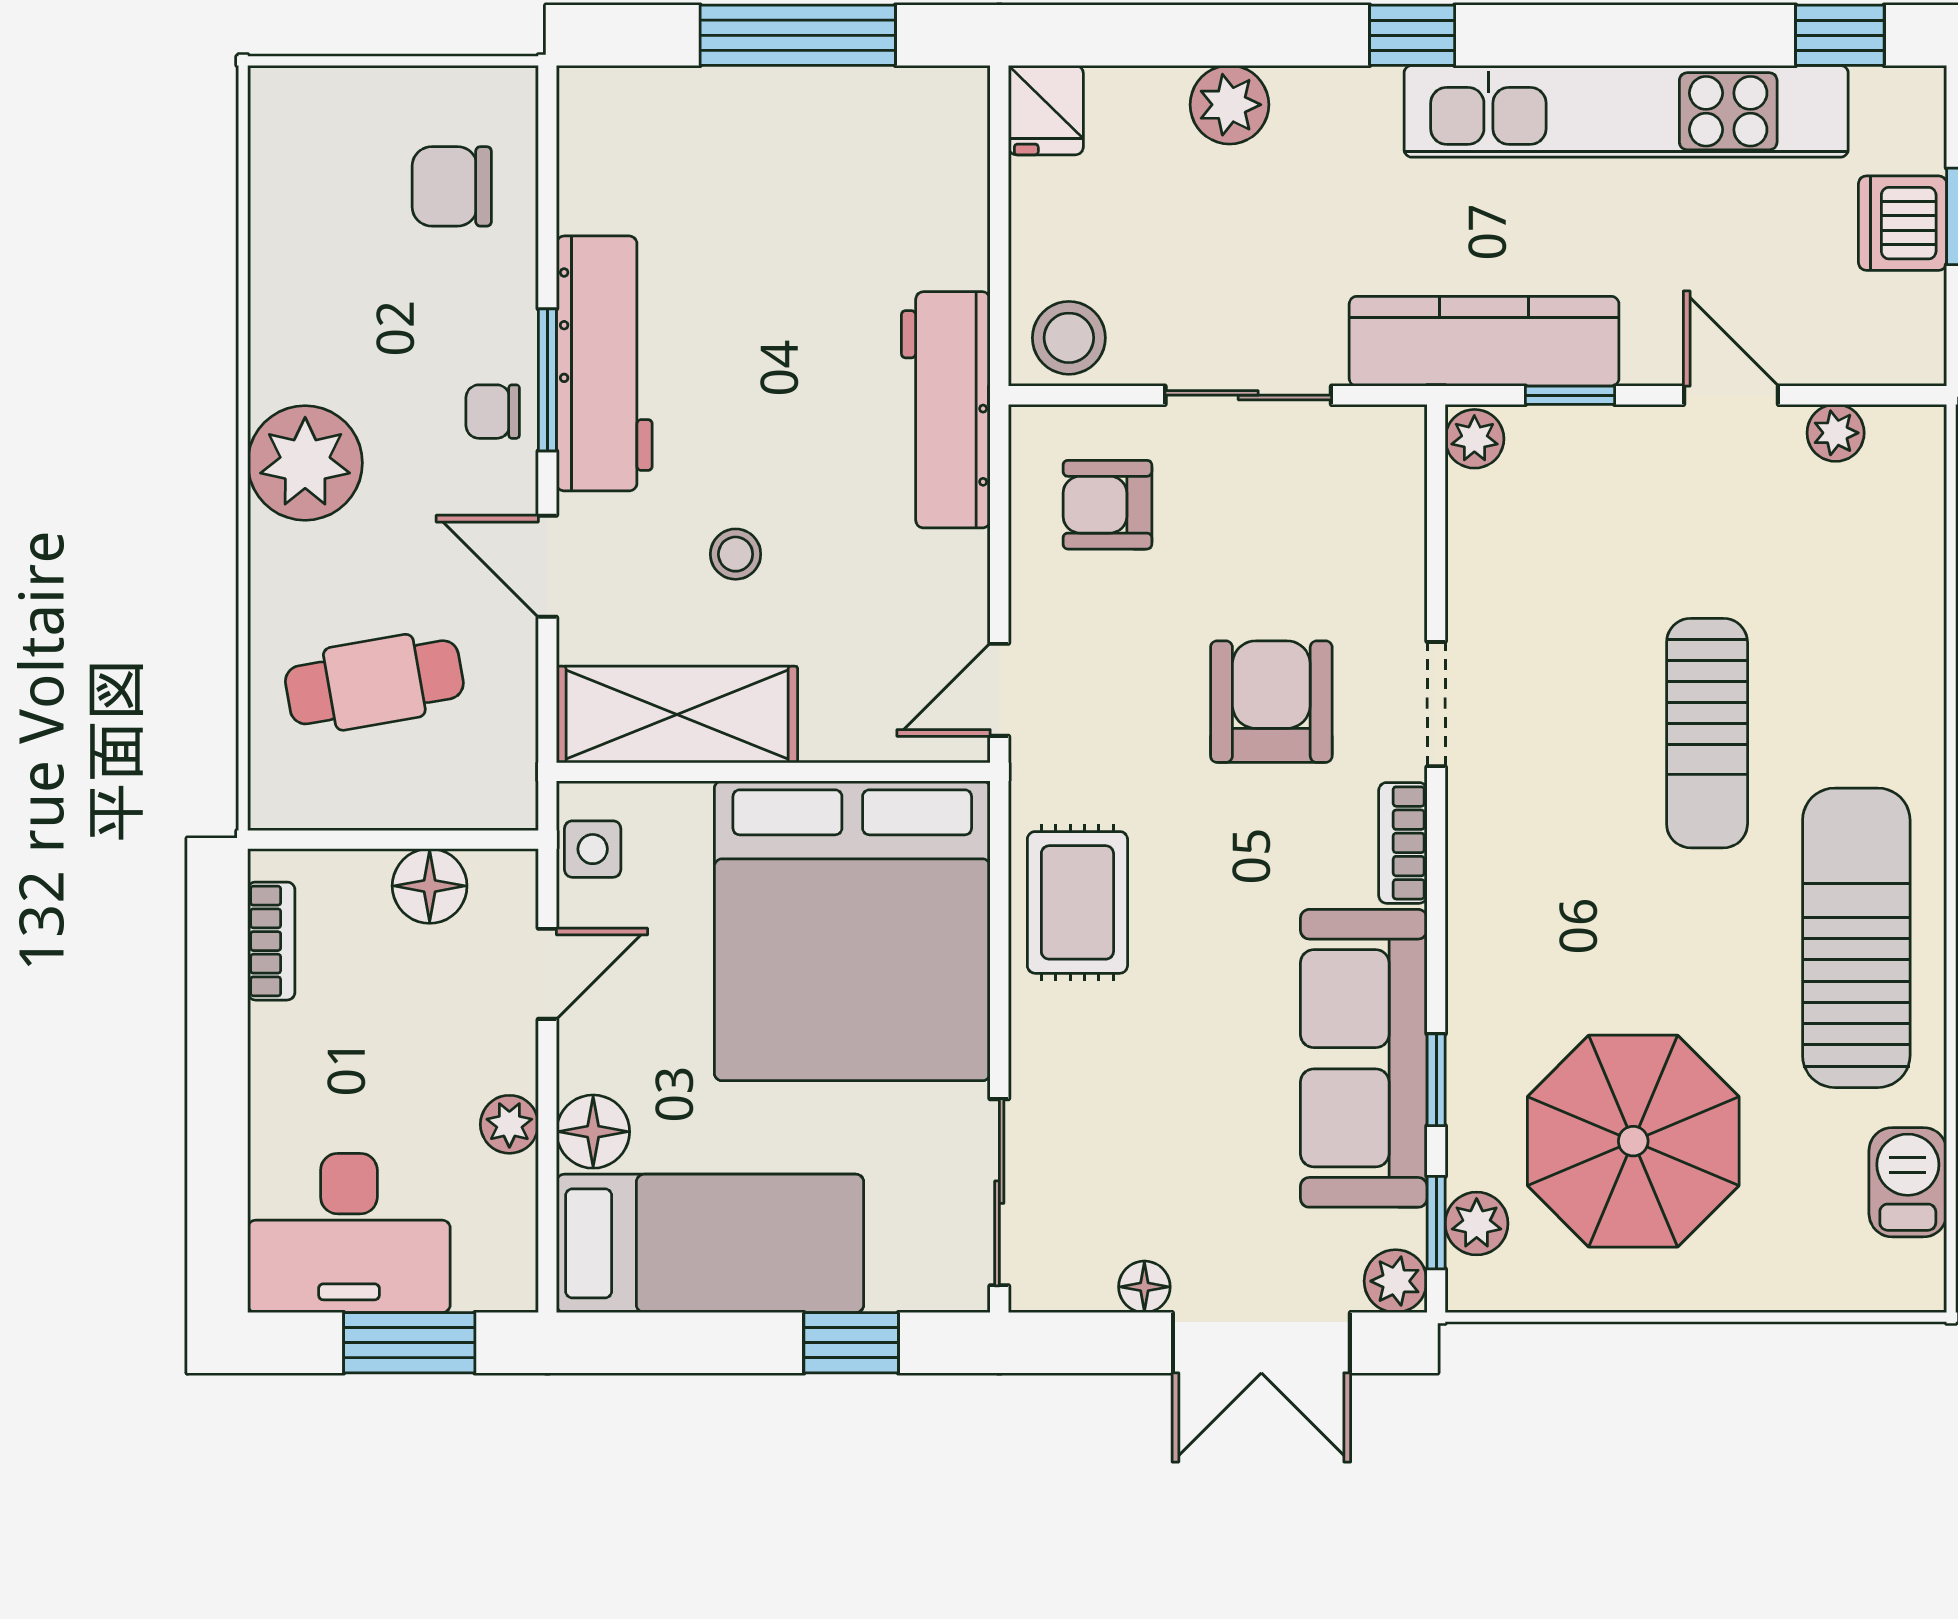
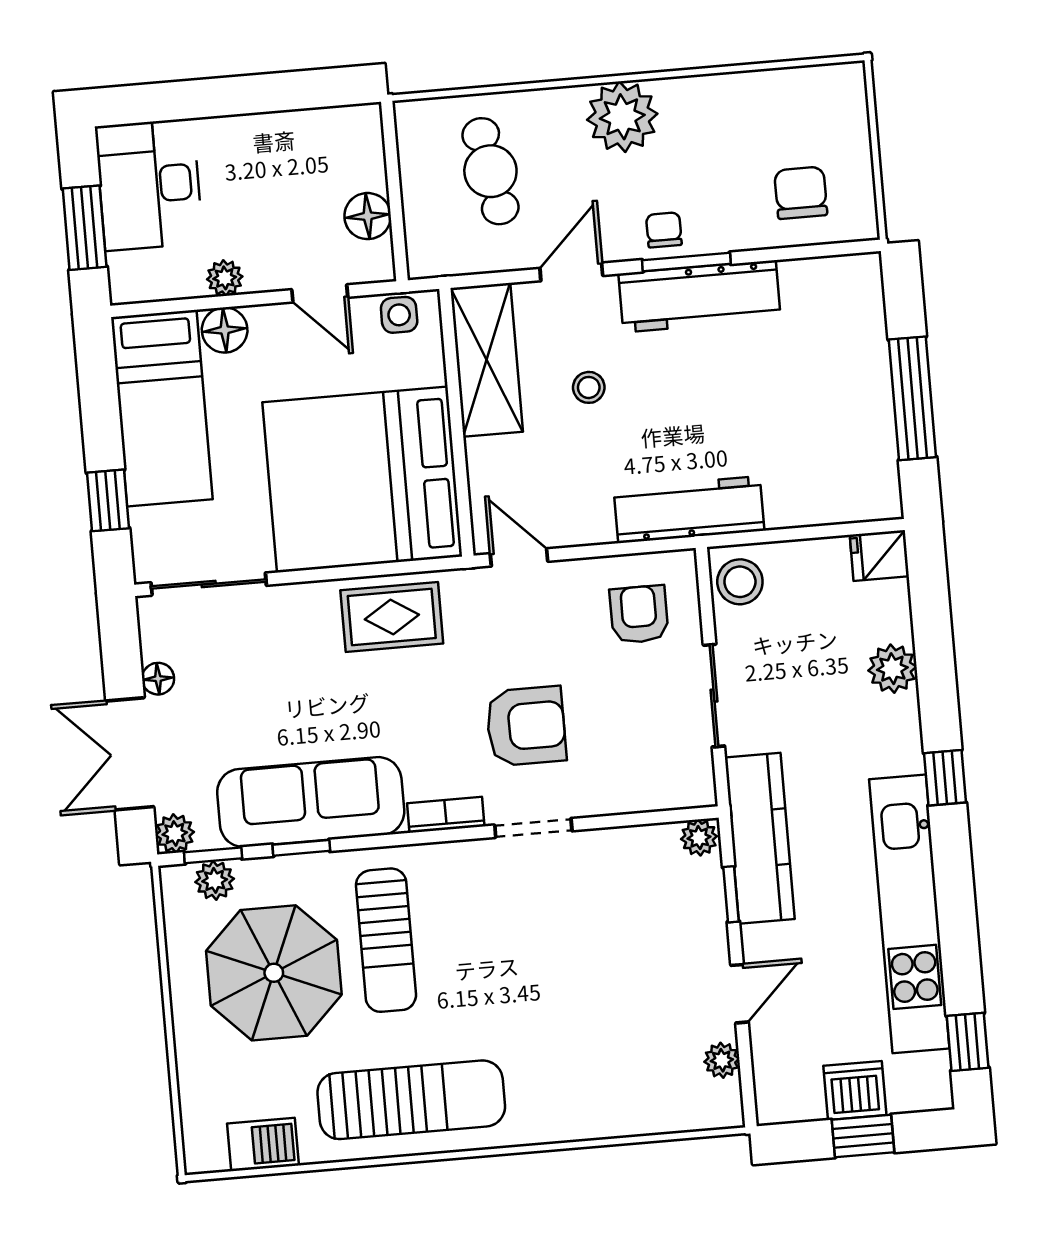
sun lounger: (1707, 733) -> (386, 940), moved, turned -90
bookcase: (271, 941) -> (325, 121), removed

